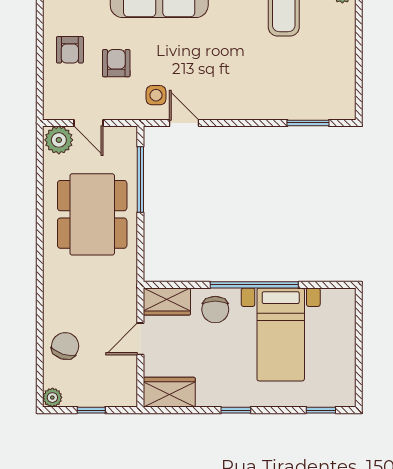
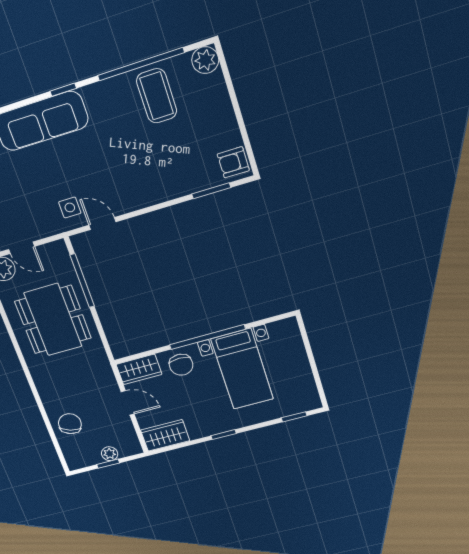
armchair: (116, 63) -> (233, 162), moved, turned -90
door: (140, 339) -> (128, 403), swing flipped
plant: (52, 398) -> (110, 454), moved

